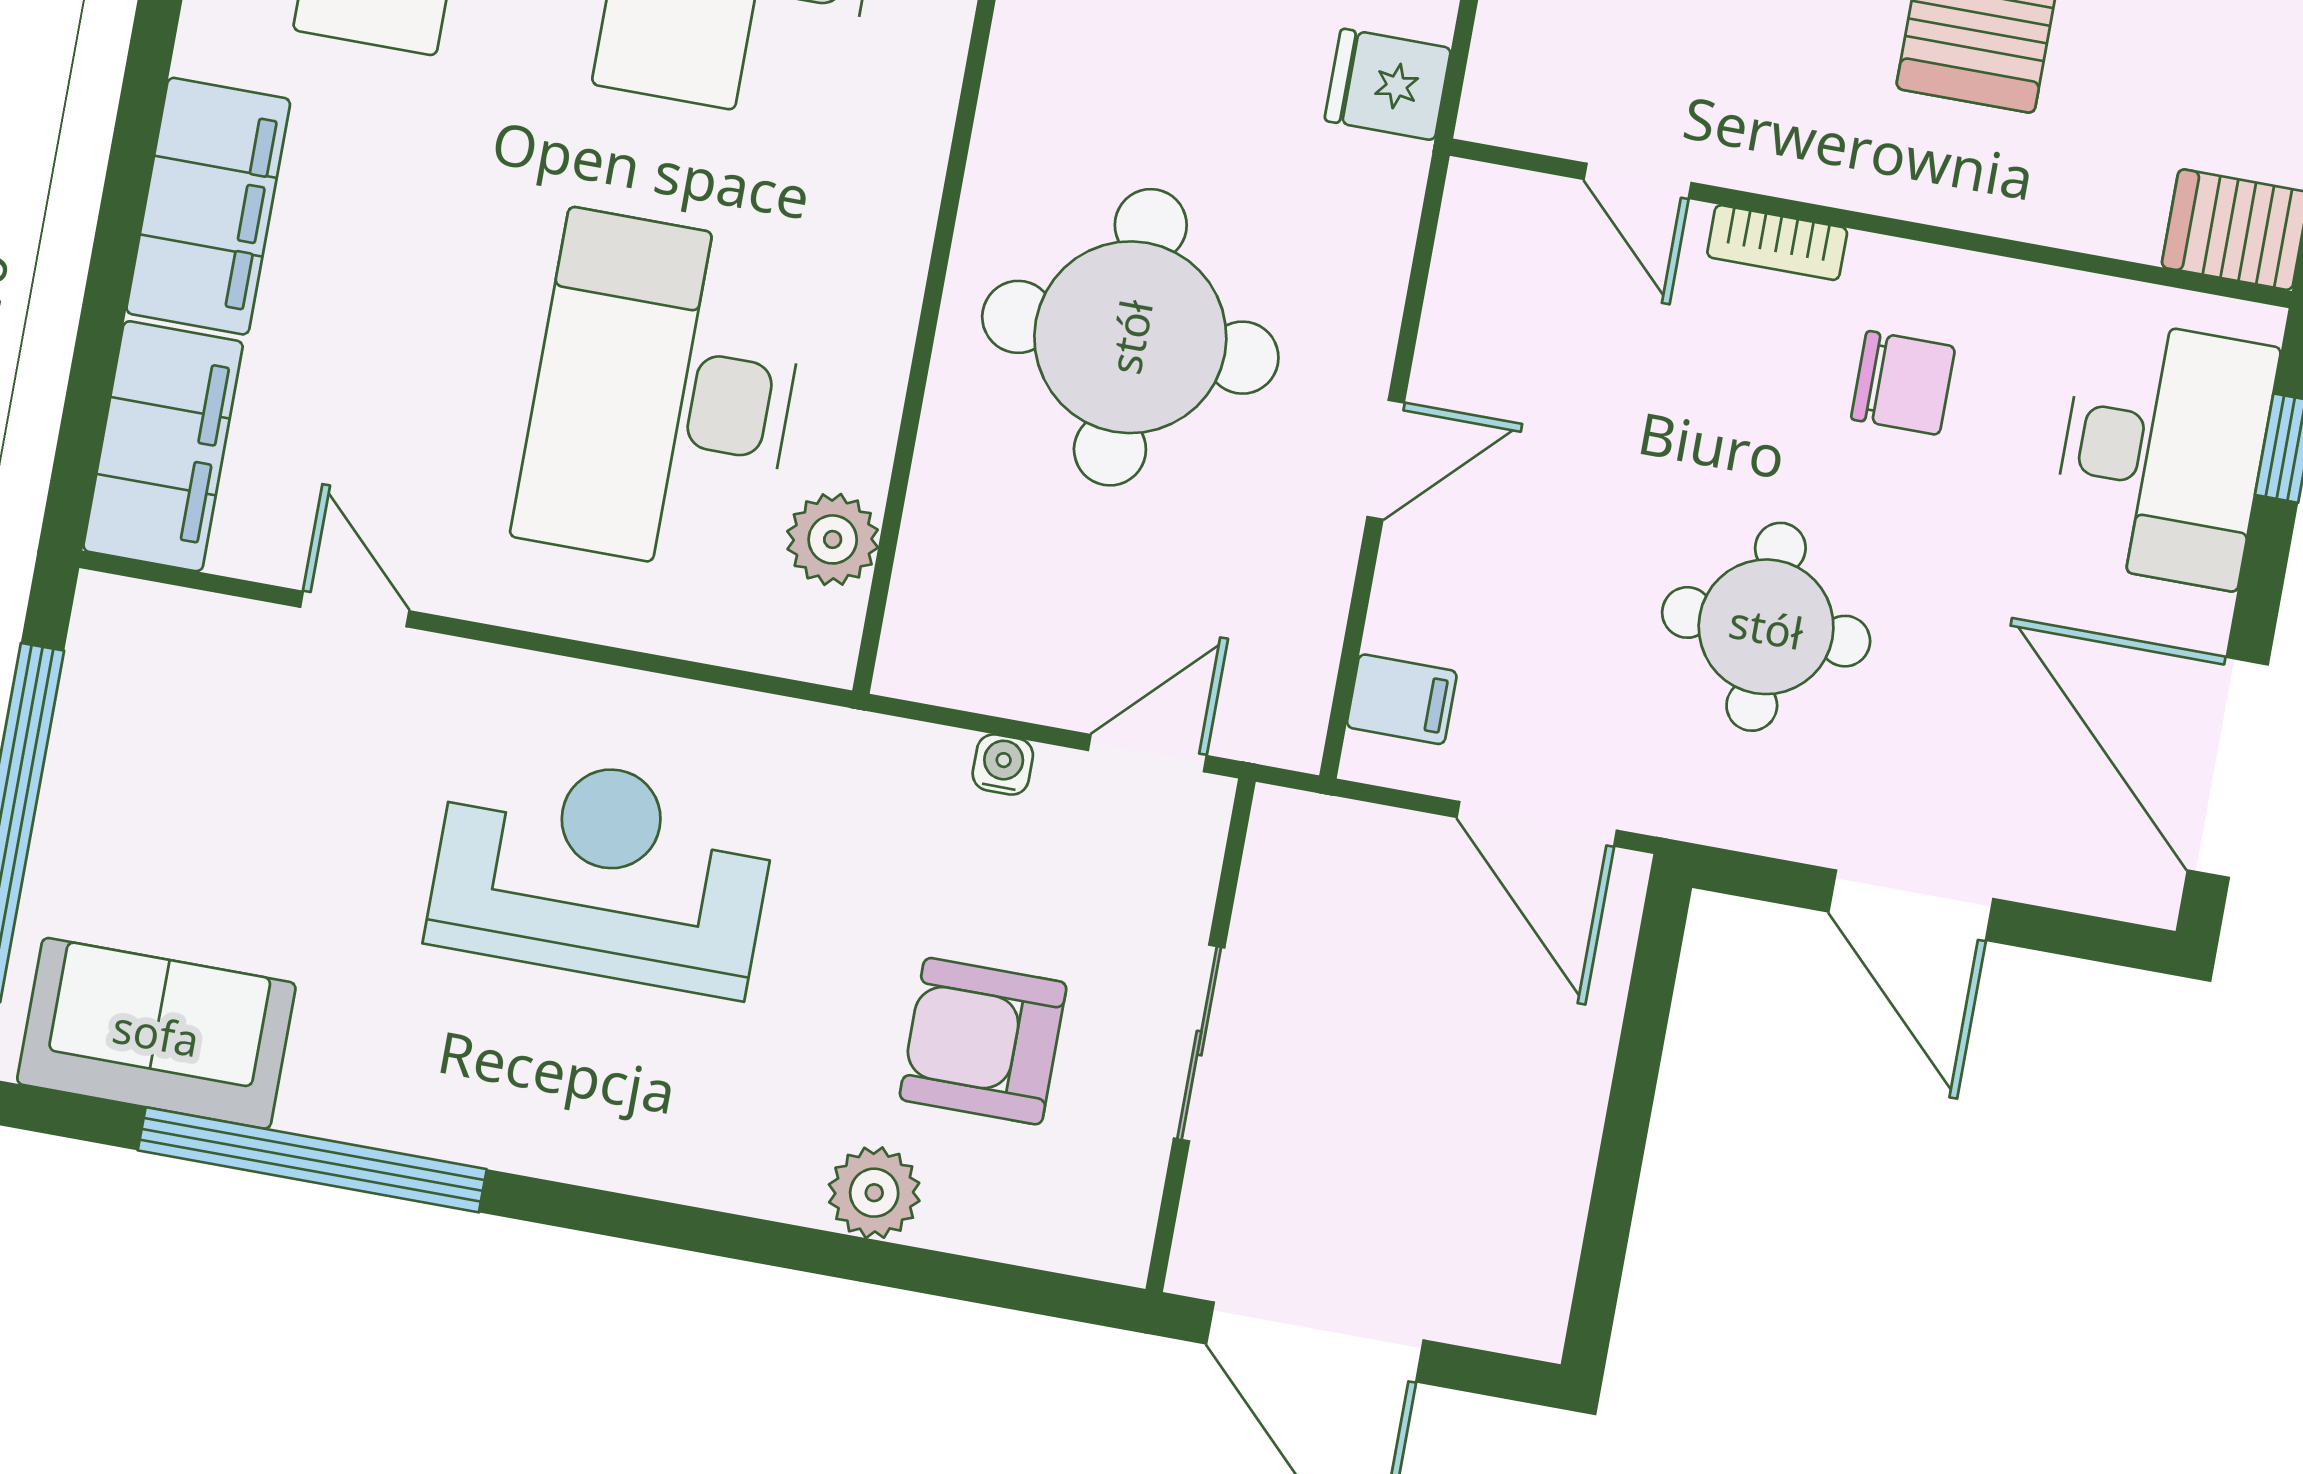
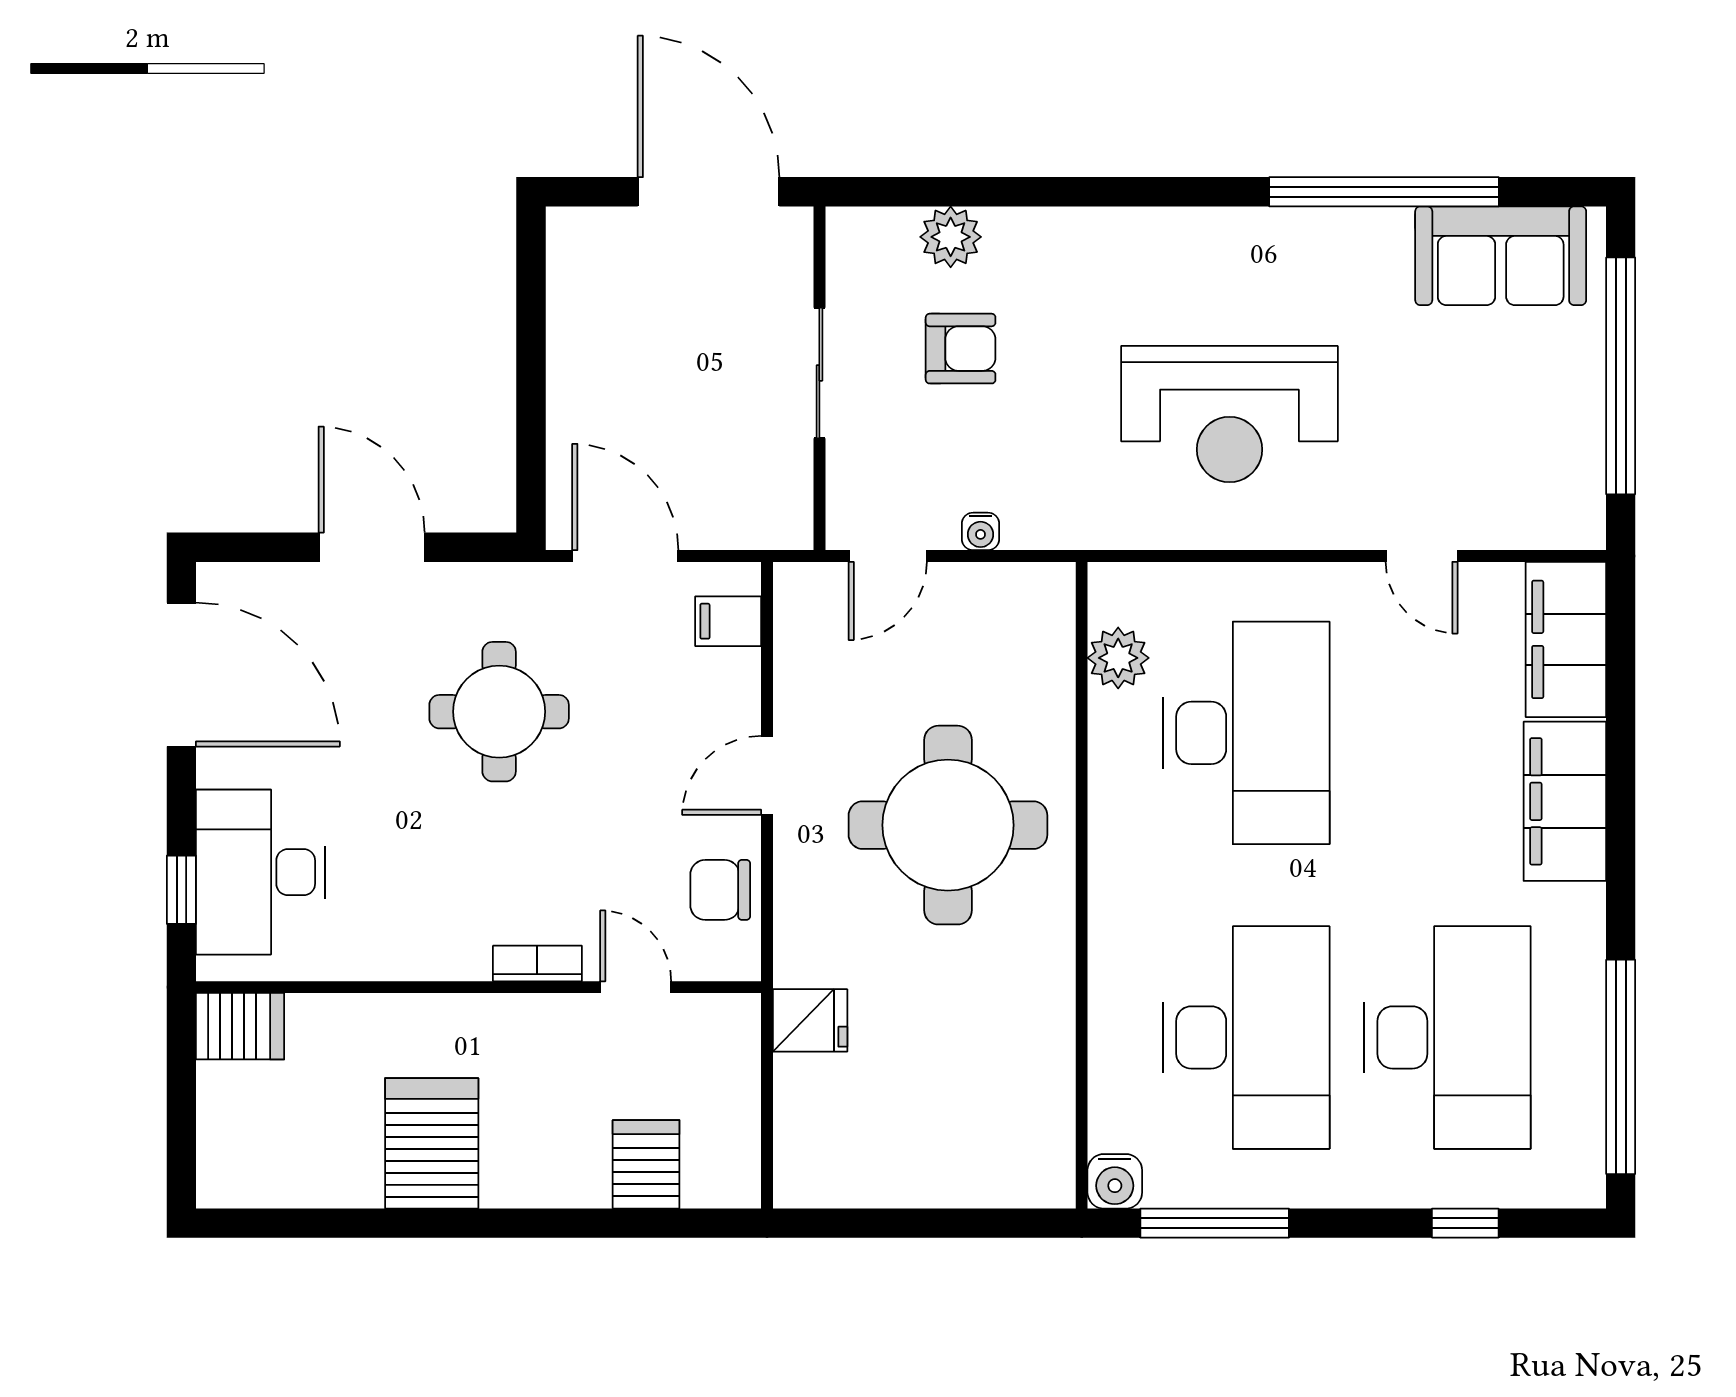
chair: (1903, 383) -> (720, 890), moved
armchair: (983, 1041) -> (961, 349), width x0.72, depth x0.72
plant: (874, 1193) -> (951, 237), moved

